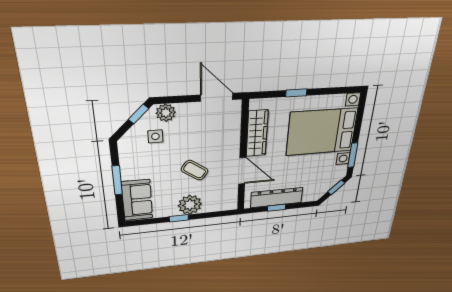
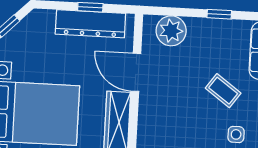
coffee table: (195, 170) -> (223, 91), moved
plant: (190, 205) -> (171, 31), moved

